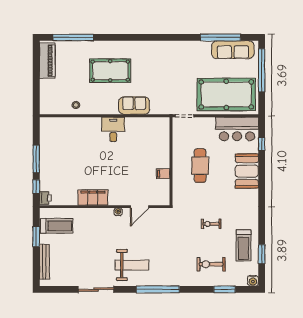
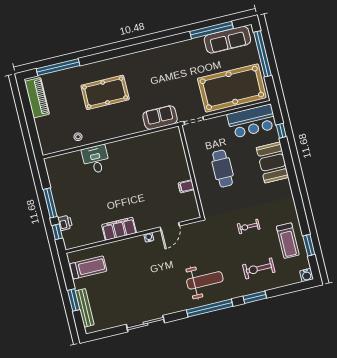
sofa: (134, 106) -> (160, 118), moved
desk: (113, 129) -> (96, 159), moved
printer: (45, 198) -> (65, 223), moved
window: (36, 237) -> (74, 300), moved
weight bench: (132, 265) -> (205, 280), moved
window: (224, 289) -> (255, 297), moved

